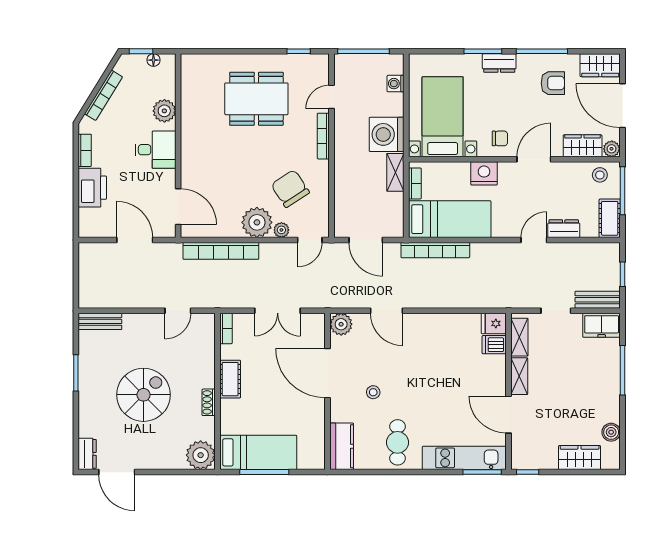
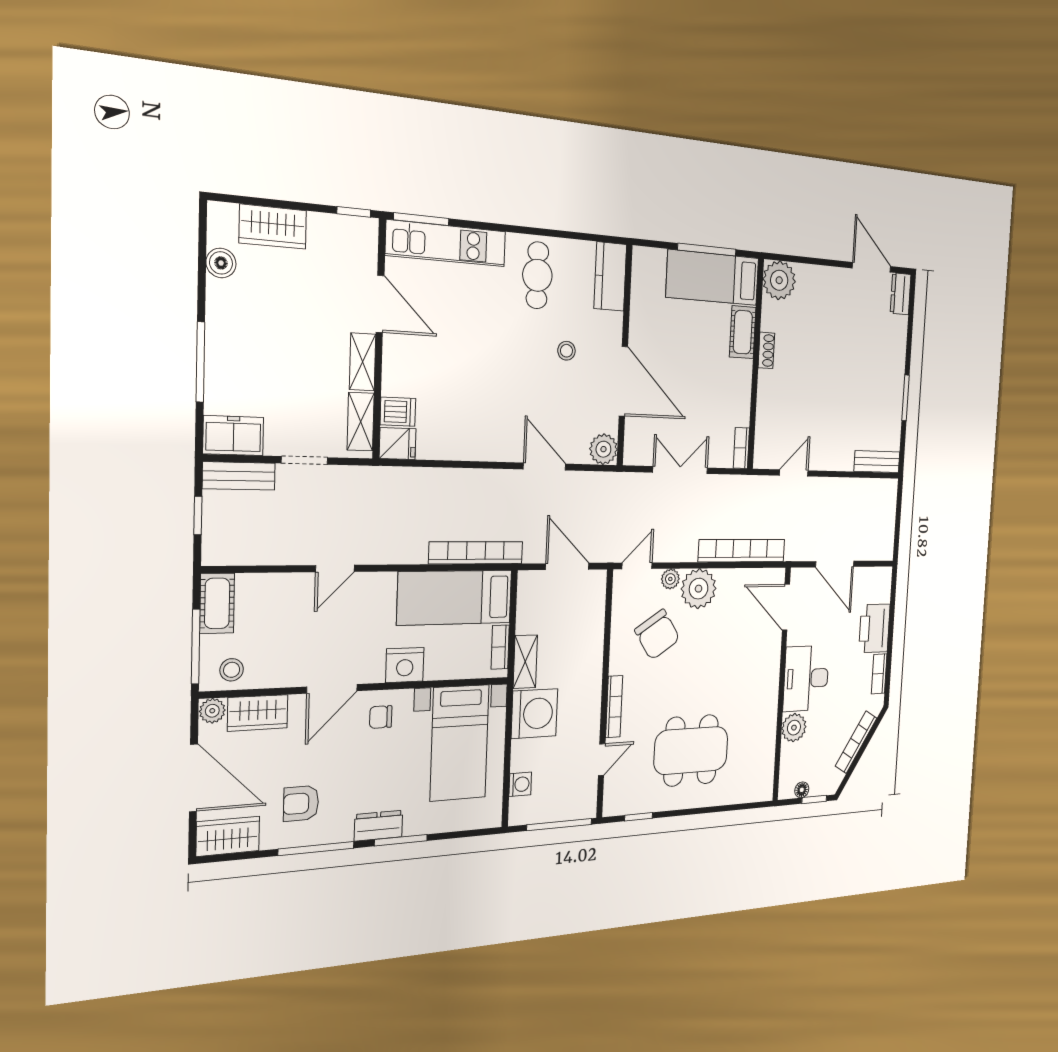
desk: (156, 150) -> (806, 678), width x1.37
dresser: (564, 229) -> (290, 586), removed
cot: (230, 379) -> (743, 332), moved
spiral stairs: (143, 395) -> (837, 365), removed

